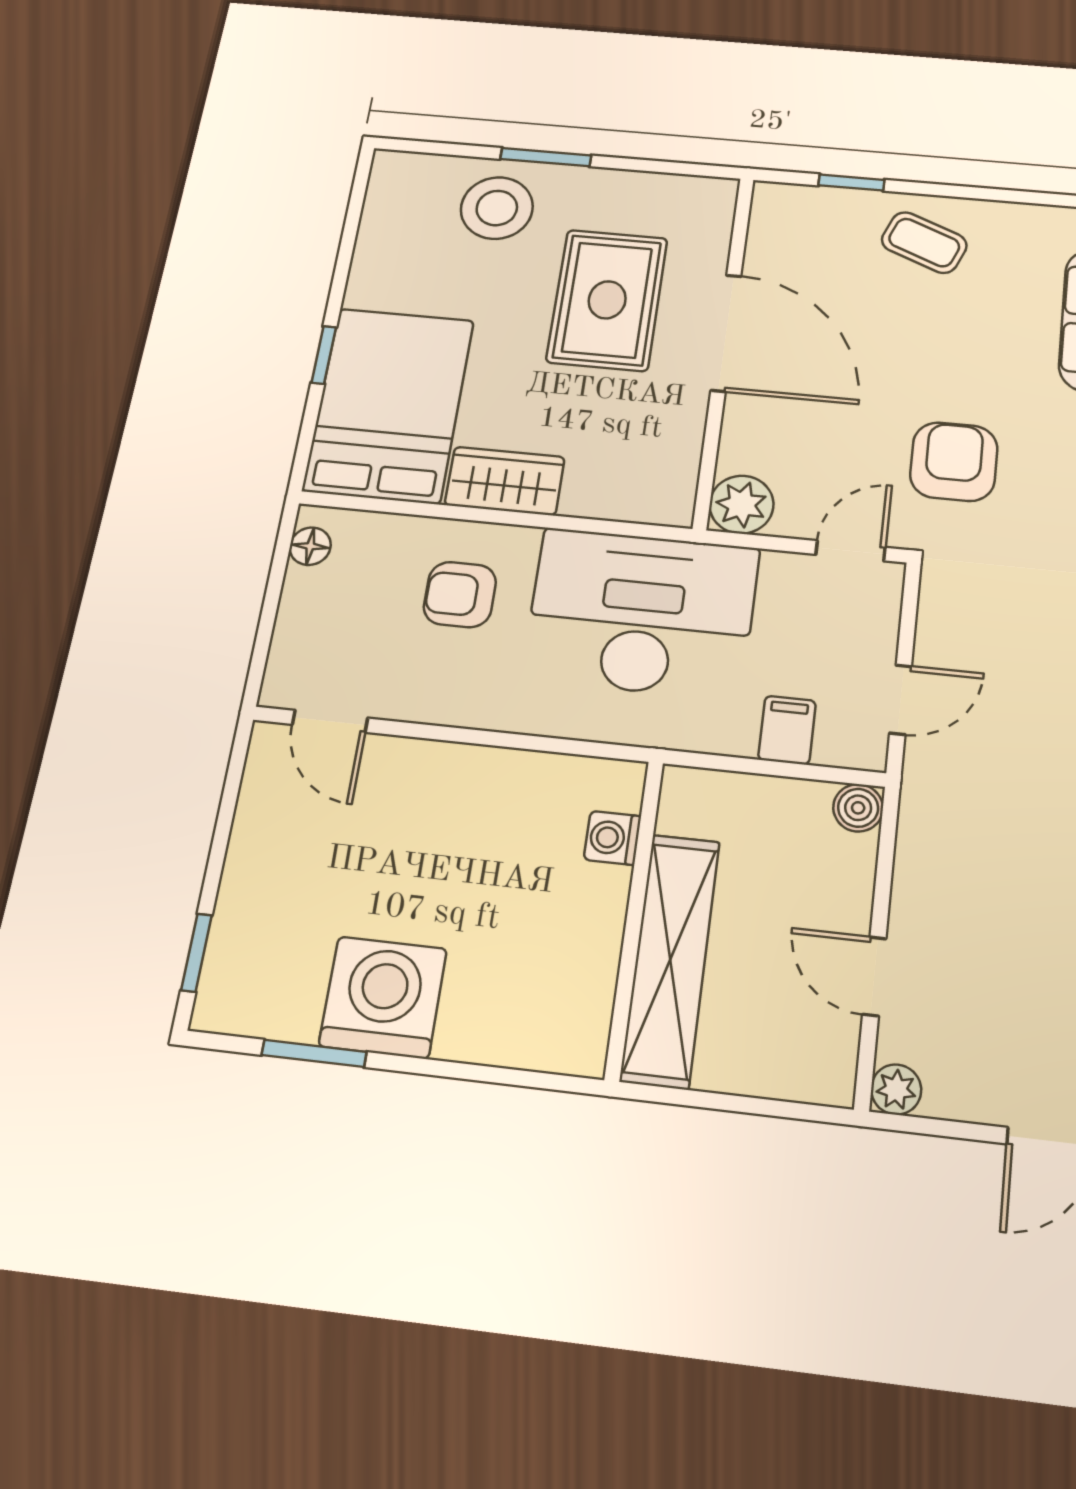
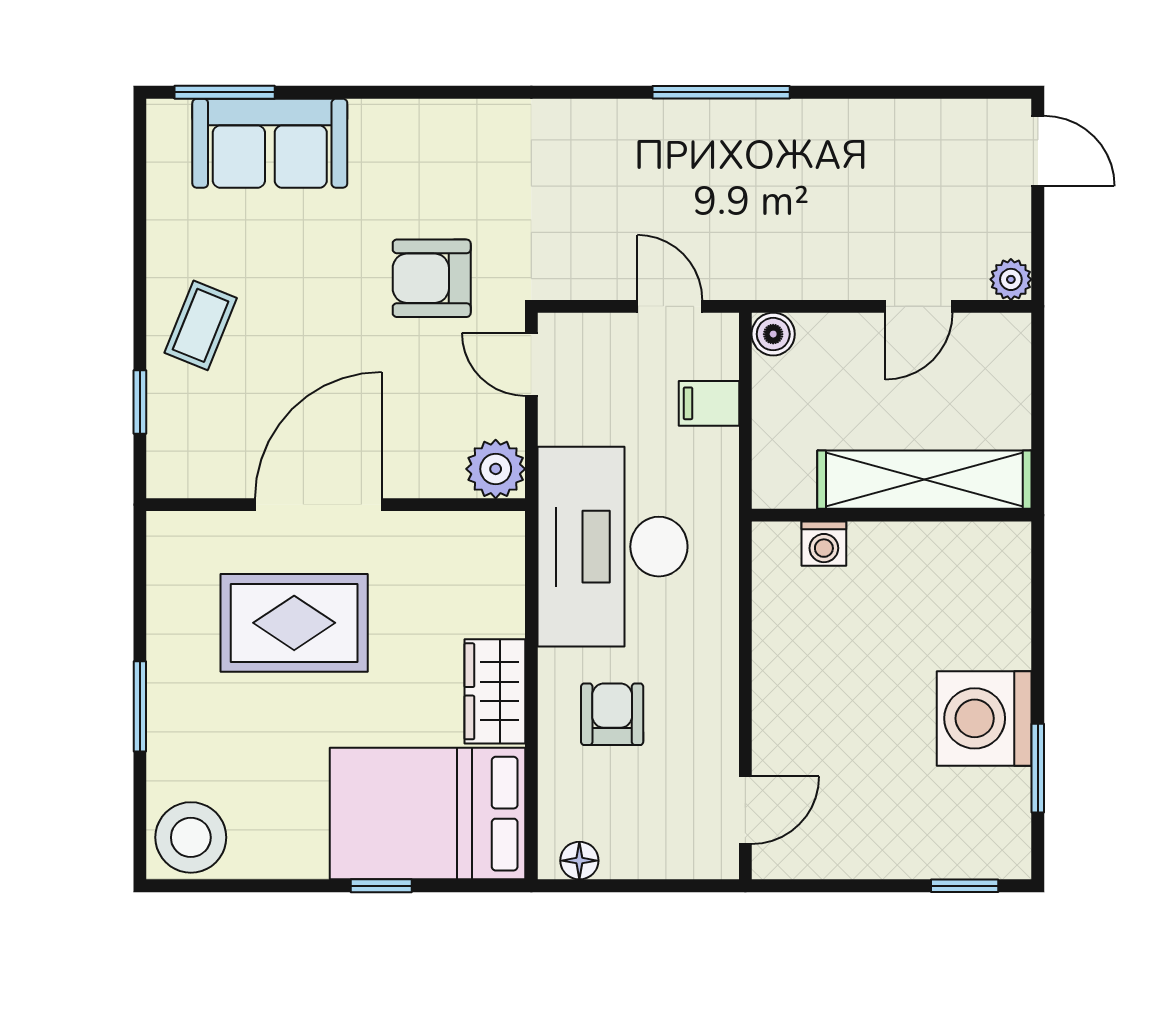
stool: (497, 208) -> (191, 837), moved
armchair: (460, 595) -> (612, 714), turned 180

